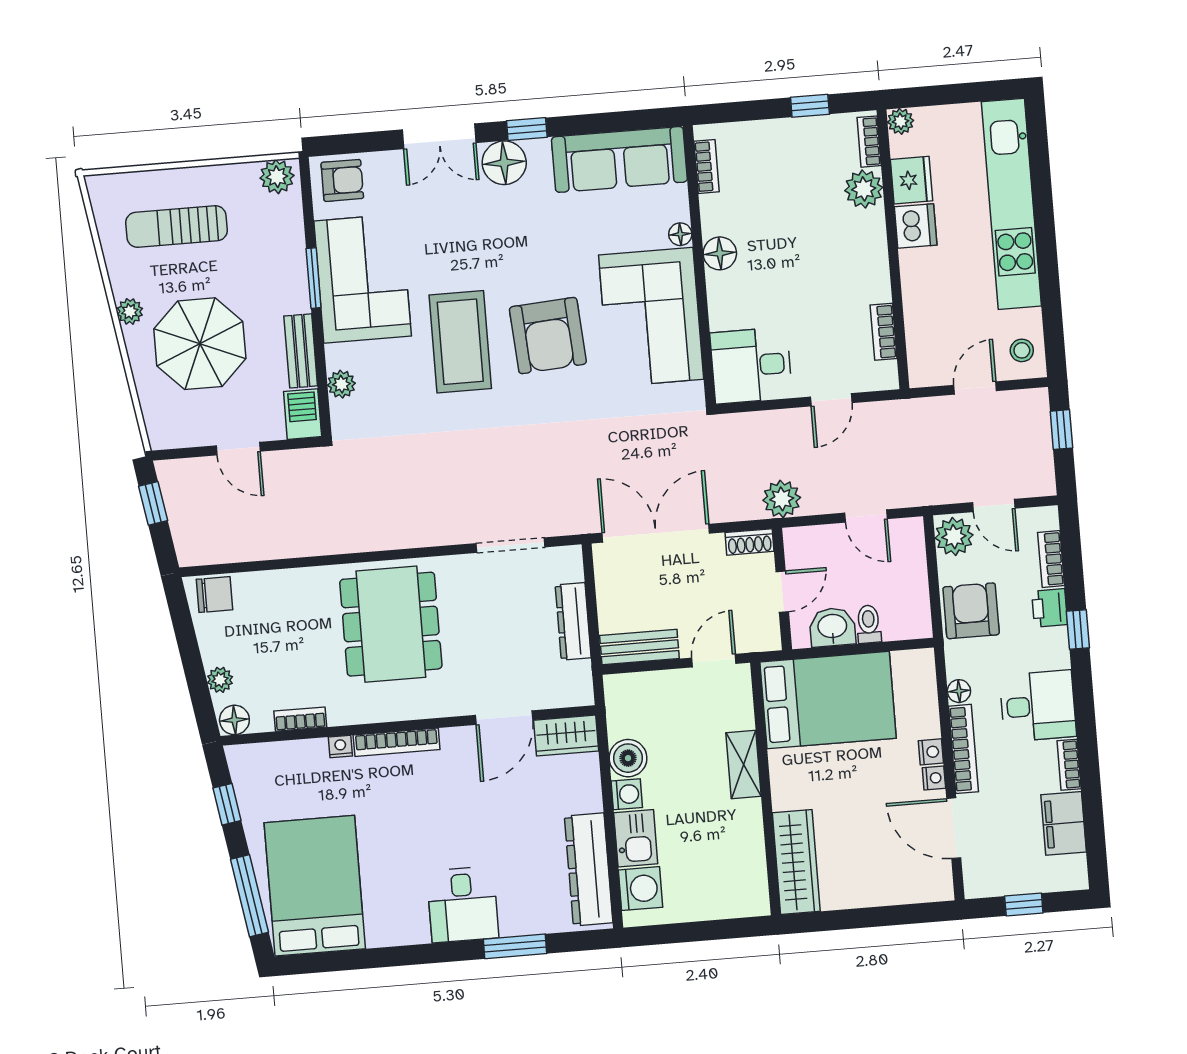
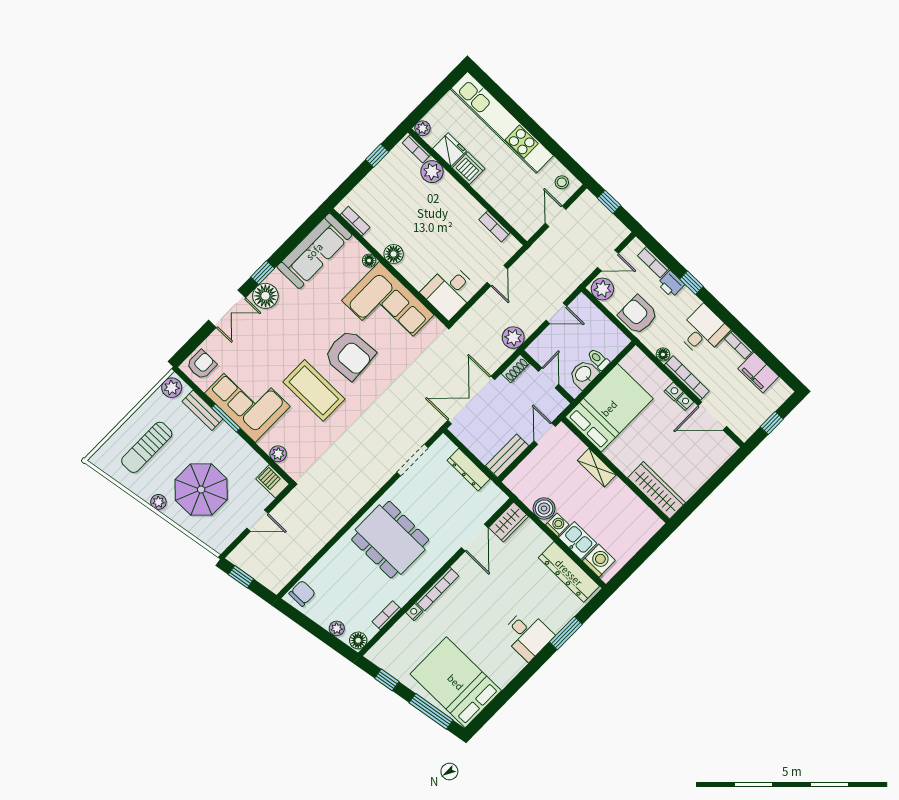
bench: (301, 351) -> (202, 410), moved

